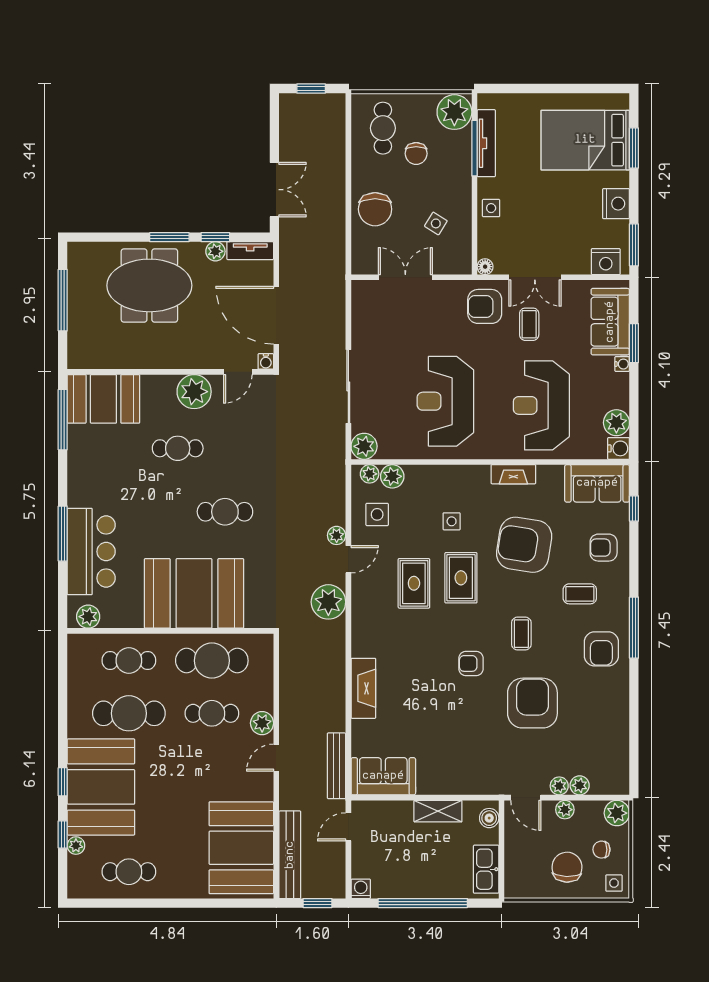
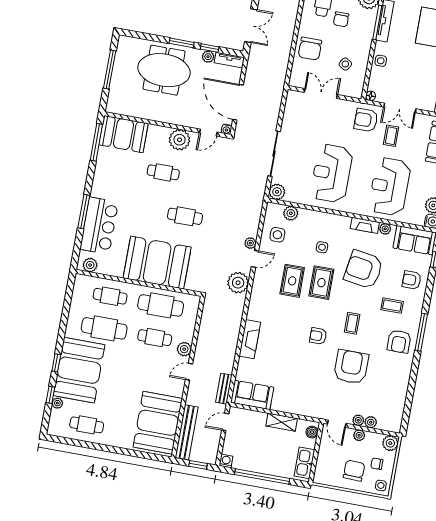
plant: (370, 474) -> (385, 229), moved
bench: (336, 766) -> (224, 389), width x0.73

